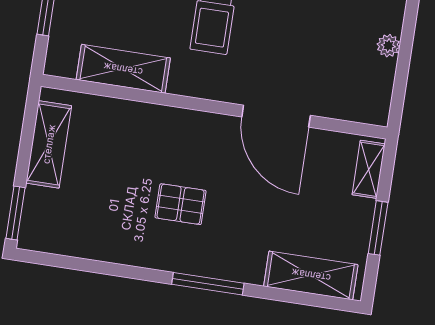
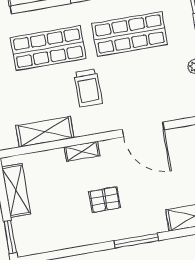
shelving: (171, 118) -> (82, 151), added

